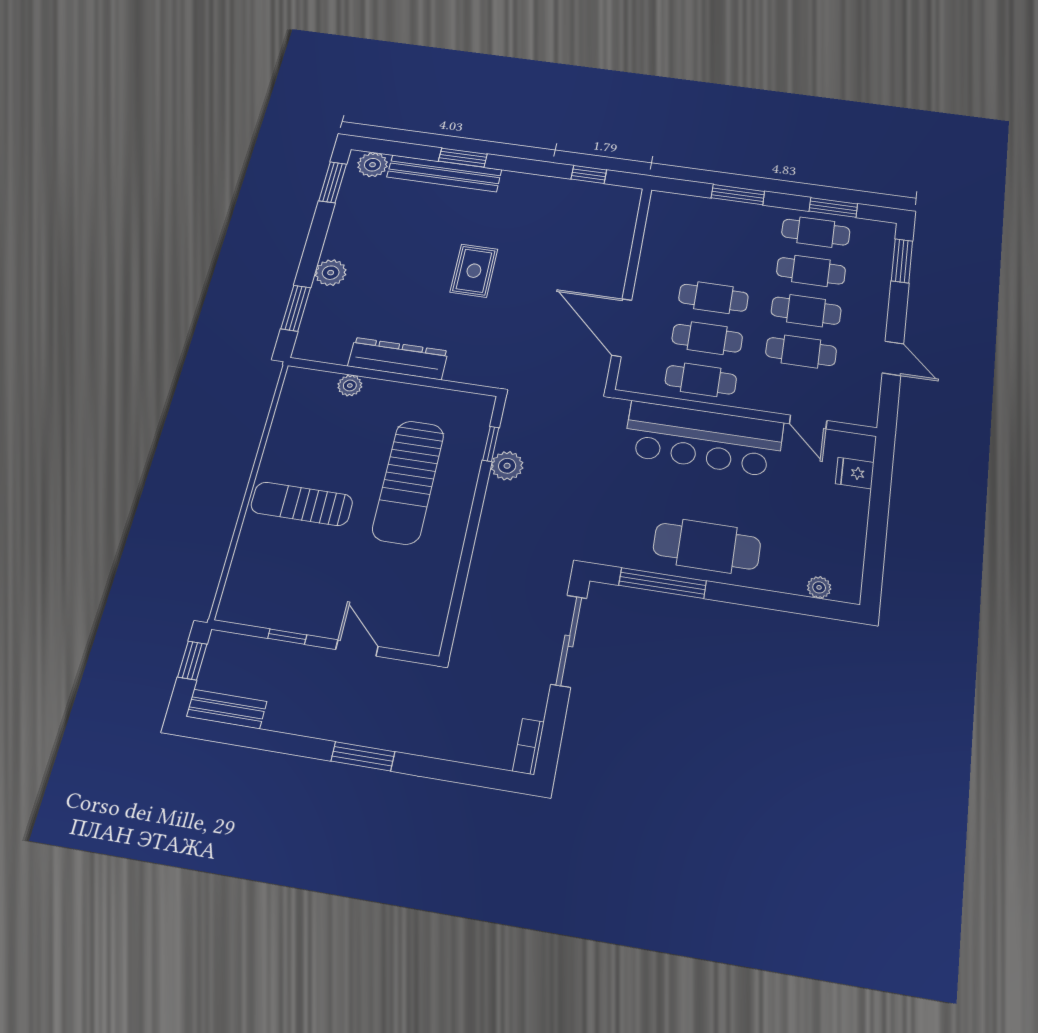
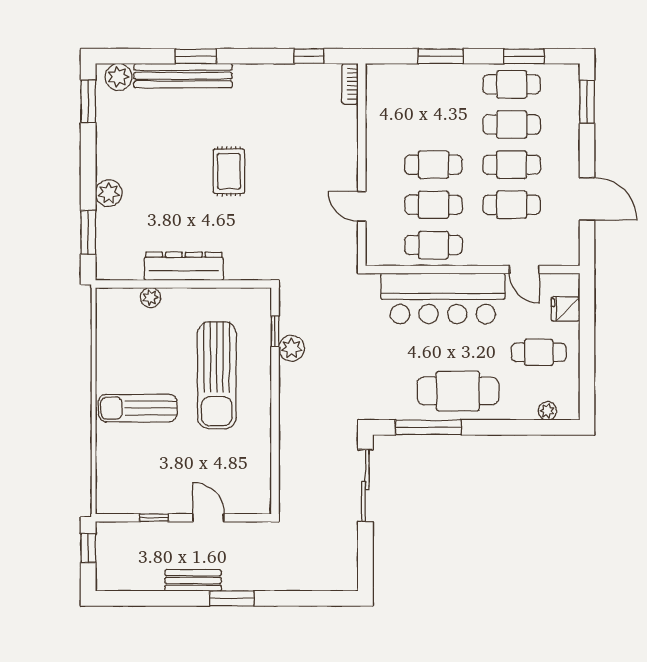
door: (622, 328) -> (362, 206), width x0.53
door: (893, 358) -> (587, 199), width x1.38
cafe table: (816, 517) -> (539, 352), added
bench: (226, 709) -> (193, 580), moved
bookcase: (528, 747) -> (350, 84), moved

